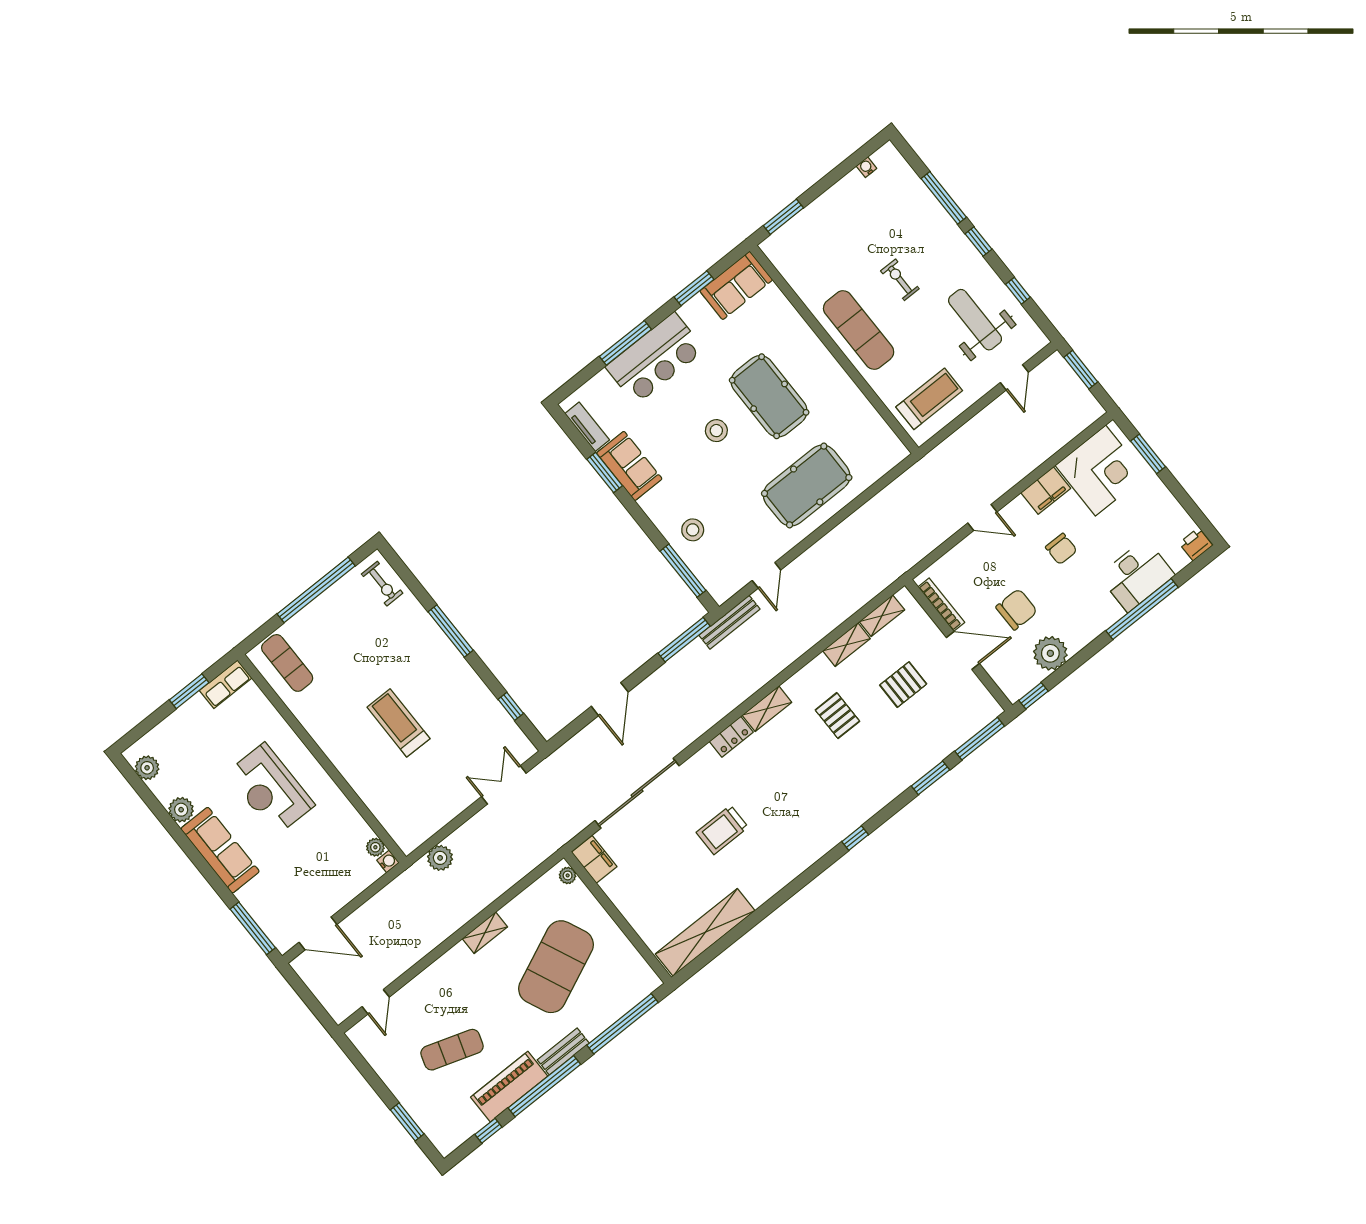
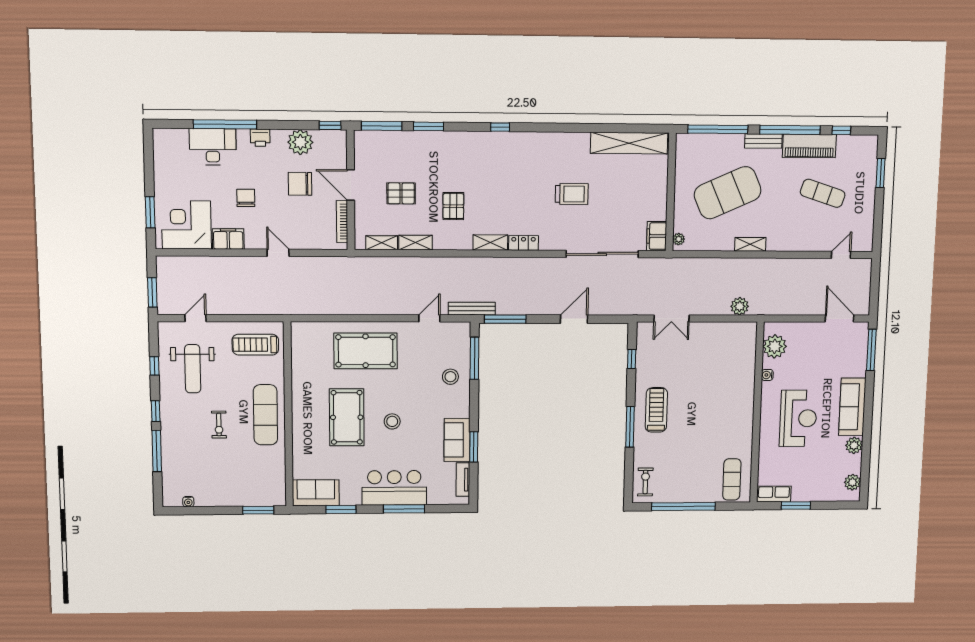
printer: (1196, 544) -> (260, 138), moved
treadmill: (398, 723) -> (656, 410), moved, turned 180
plant: (375, 847) -> (775, 346), width x1.88, depth x1.88
water cooler: (388, 861) -> (767, 375), moved

